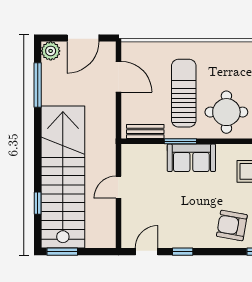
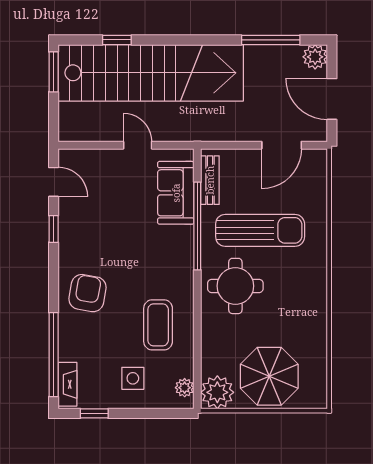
window: (180, 141) -> (197, 226), width x2.11
sofa: (191, 158) -> (176, 193), moved

